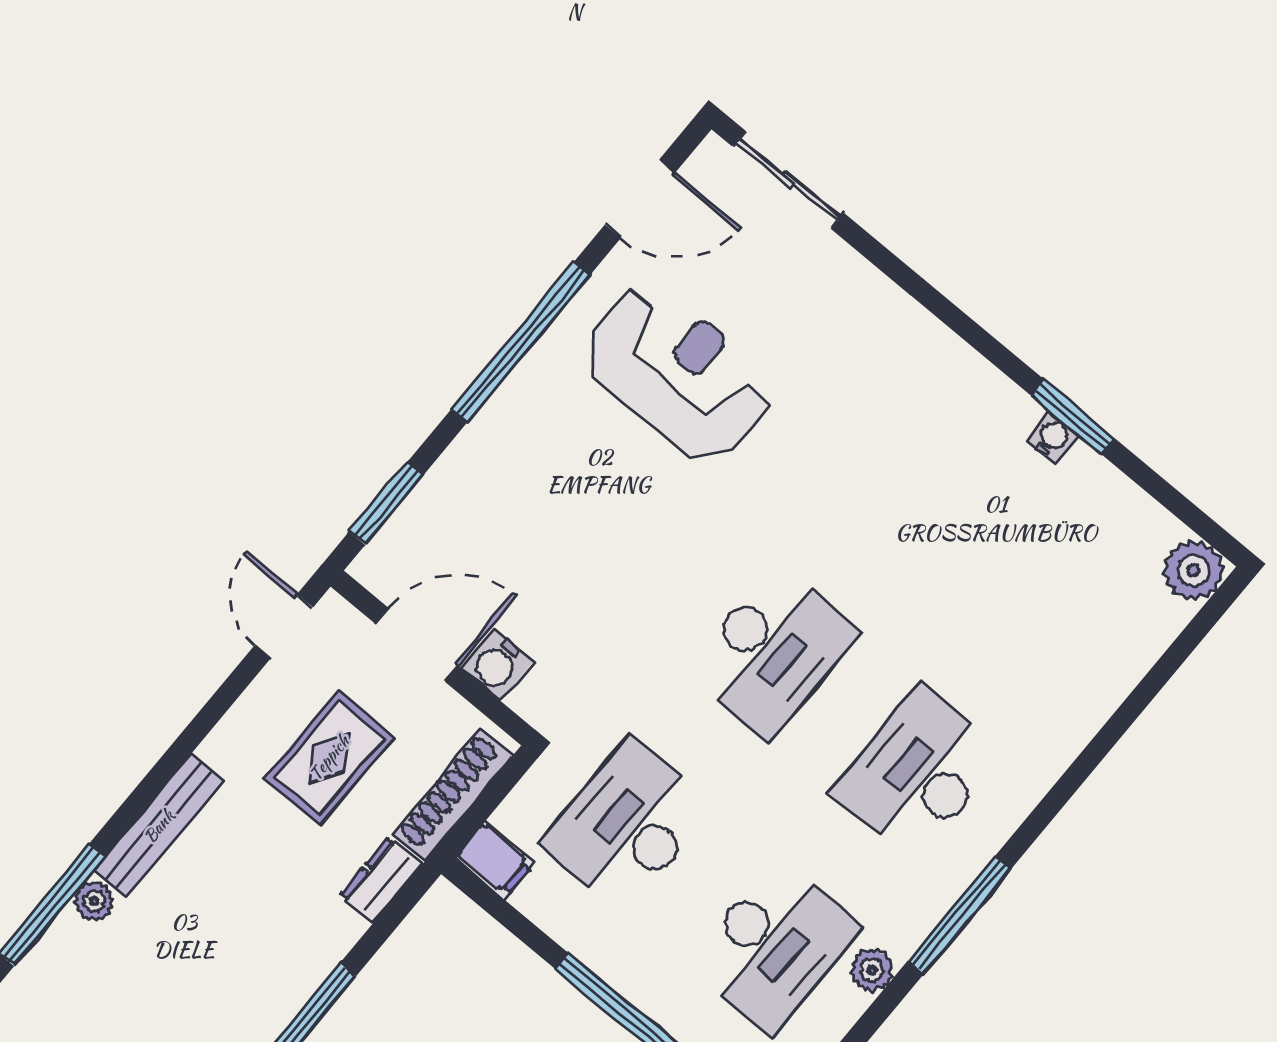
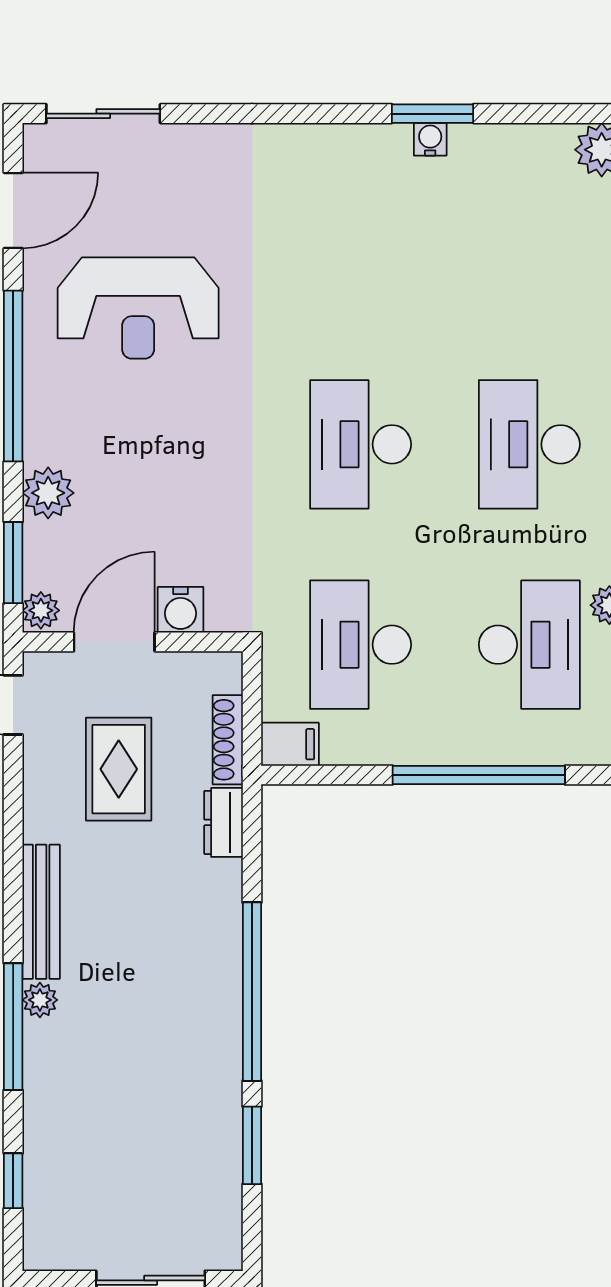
reception desk: (678, 373) -> (138, 308), turned 180
plant: (467, 468) -> (48, 493), added
plant: (376, 564) -> (41, 610), added
desk: (772, 651) -> (361, 444), turned 180
shoe rack: (453, 795) -> (228, 740), width x0.74, depth x0.81

